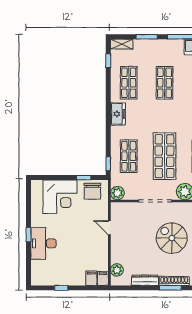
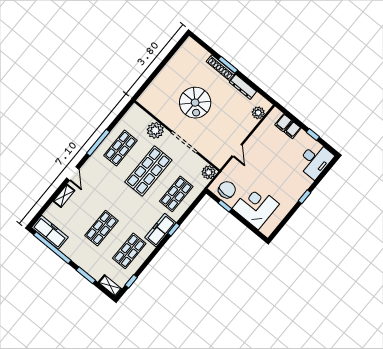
freezer: (118, 114) -> (161, 230), width x1.40
window: (108, 164) -> (174, 229), moved
desk: (43, 243) -> (315, 160), moved
filing cabinet: (103, 278) -> (293, 130), moved

